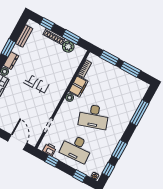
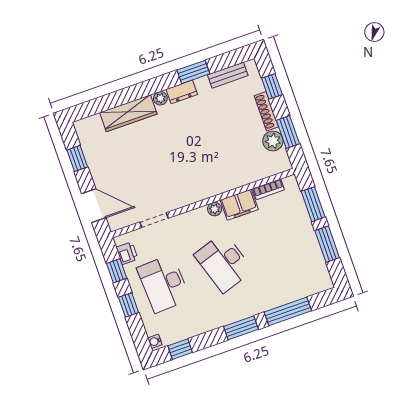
door: (17, 142) -> (94, 206), hinge flipped
window: (119, 150) -> (241, 328), moved
window: (79, 176) -> (129, 305), moved

